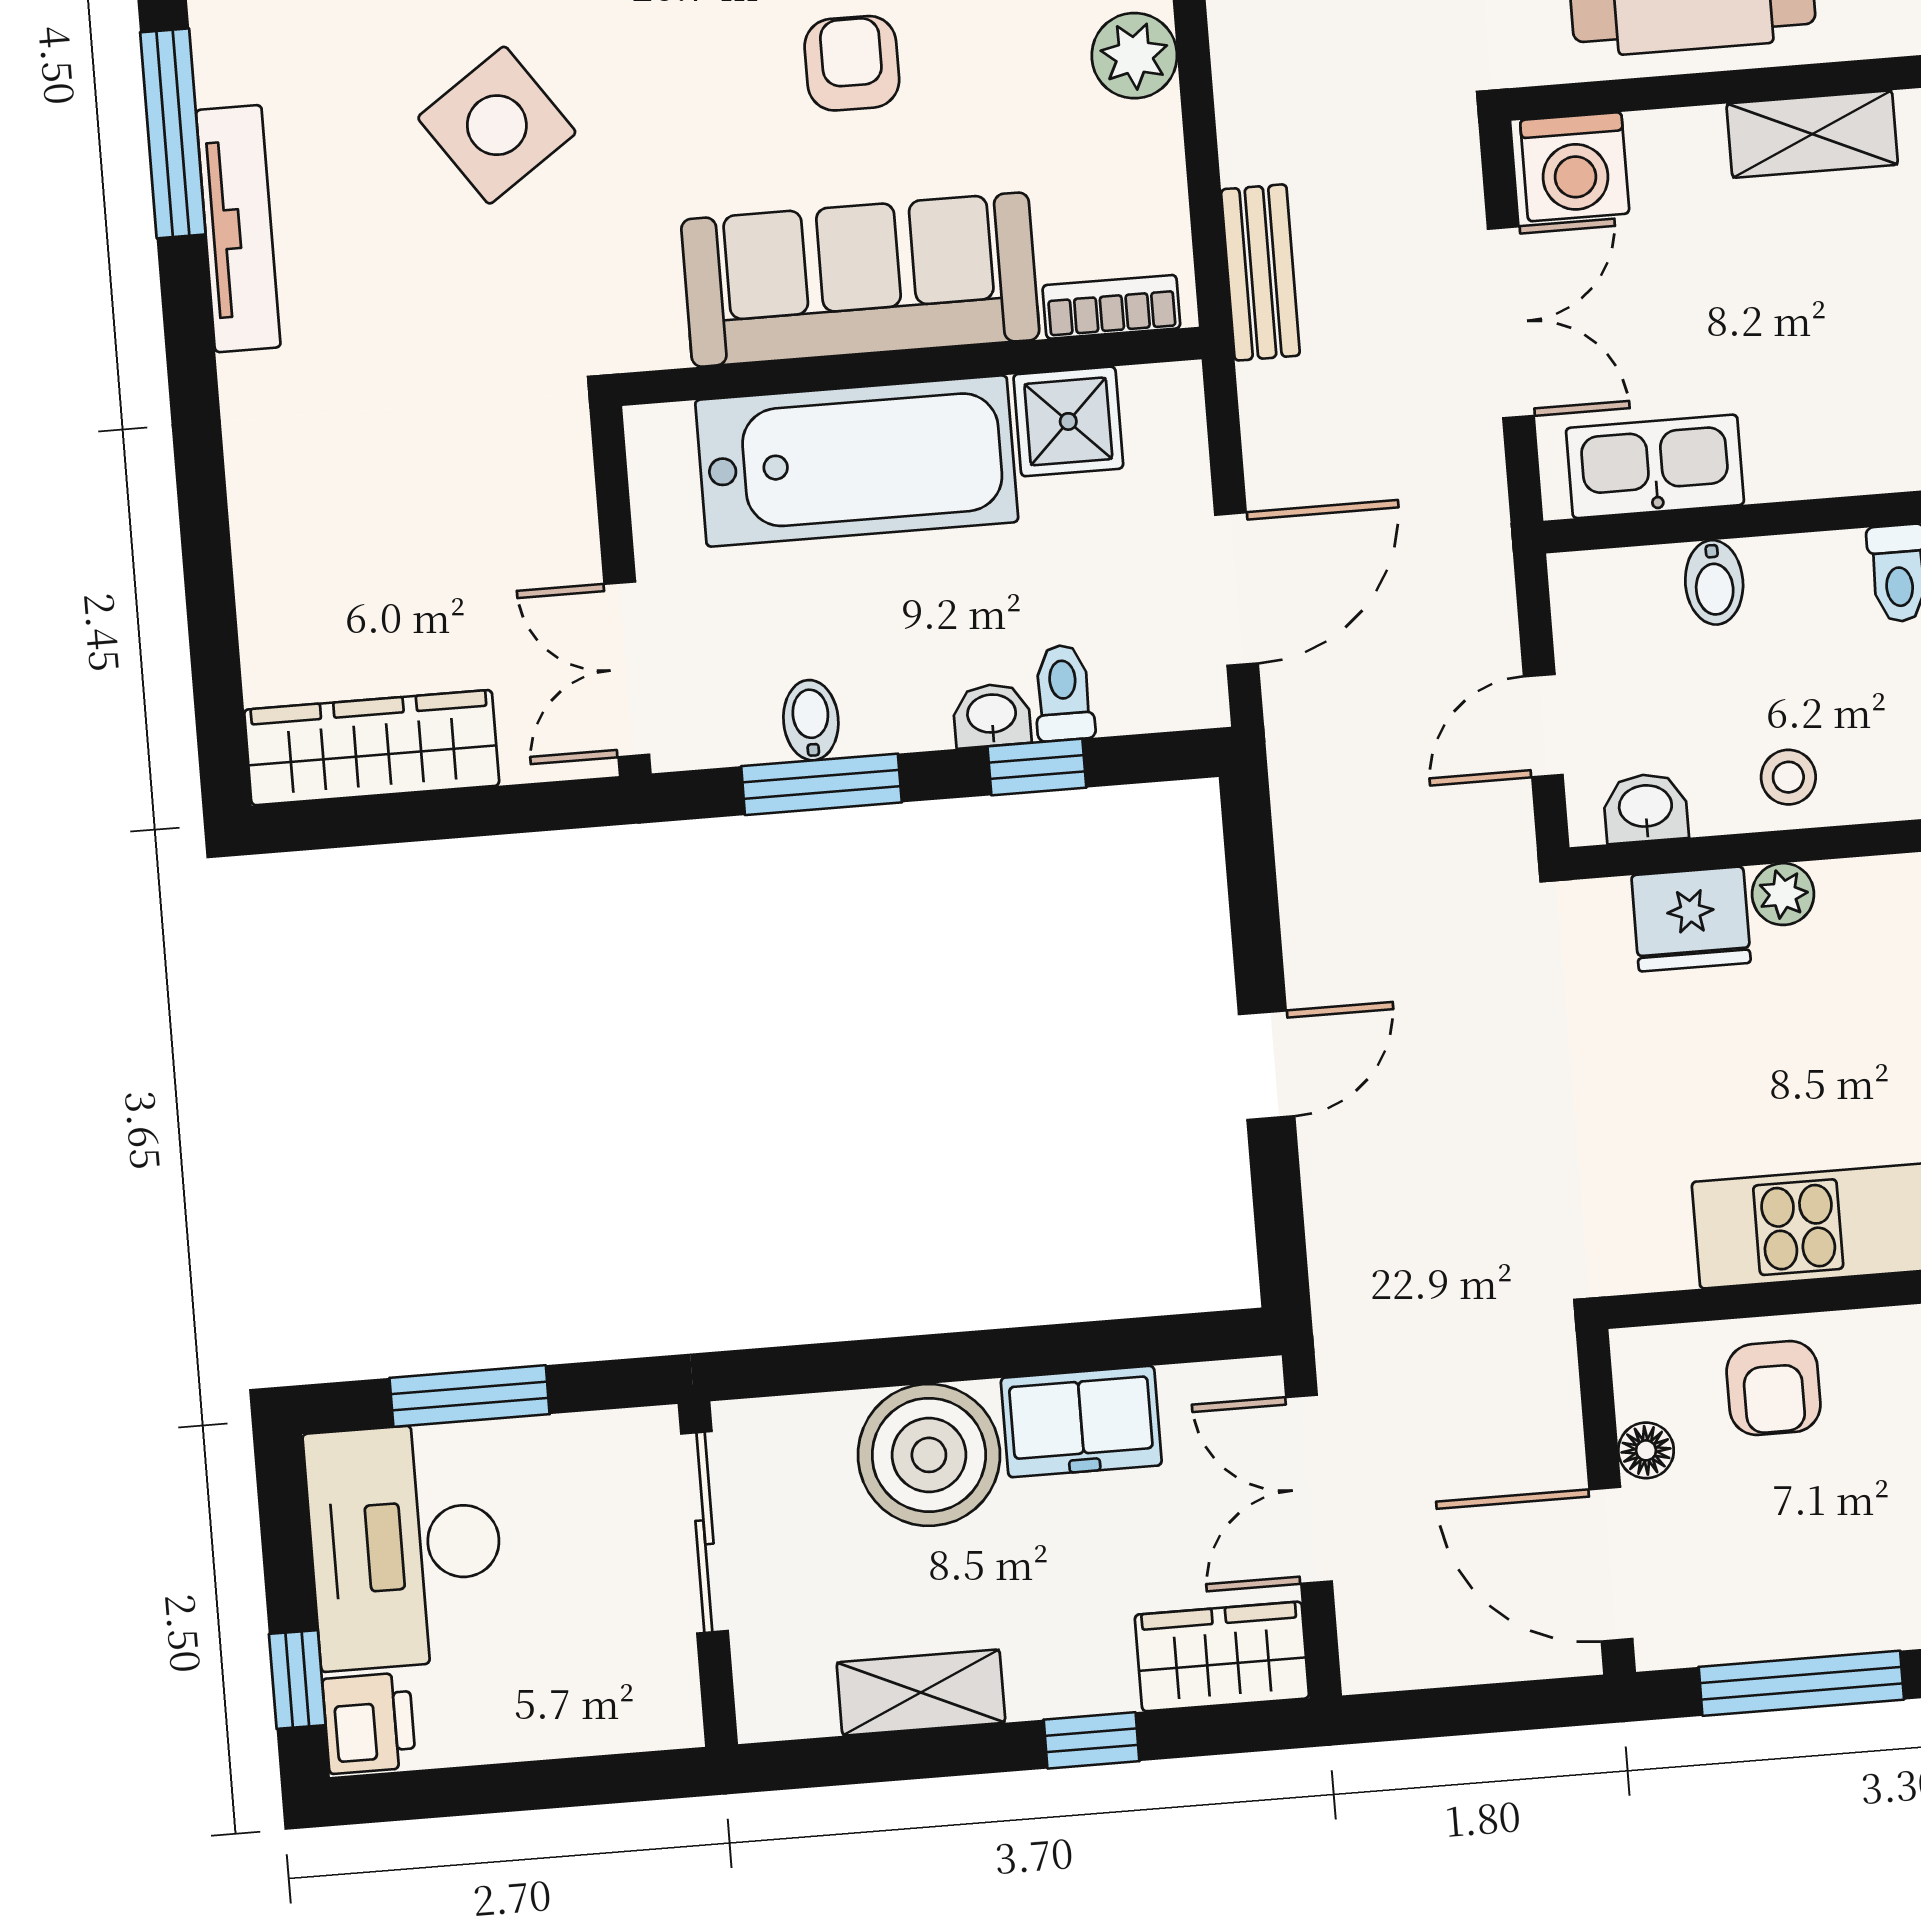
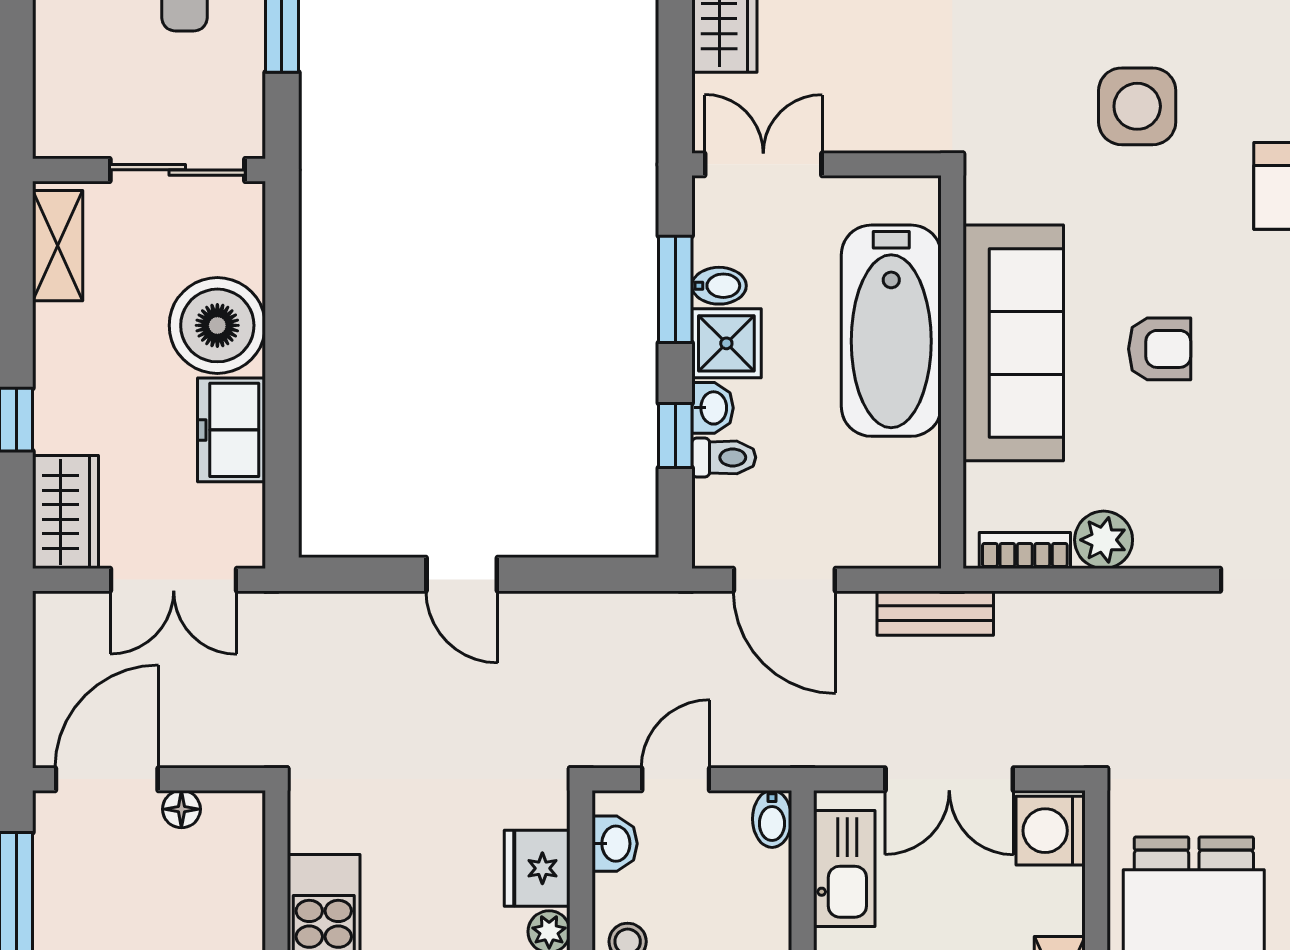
plant: (1134, 56) -> (1104, 540), moved
side table: (497, 125) -> (1137, 106), turned 35
bench: (1260, 272) -> (935, 613), moved
bookcase: (1111, 307) -> (1025, 551), moved, turned -90
shower: (1068, 421) -> (726, 343), moved
bidet: (1714, 582) -> (772, 819), moved, turned -90
door: (1543, 726) -> (676, 779), hinge flipped
armchair: (1774, 1388) -> (217, 898), removed
double door: (1309, 1489) -> (174, 580), swing flipped
shelving: (921, 1692) -> (58, 246), moved

